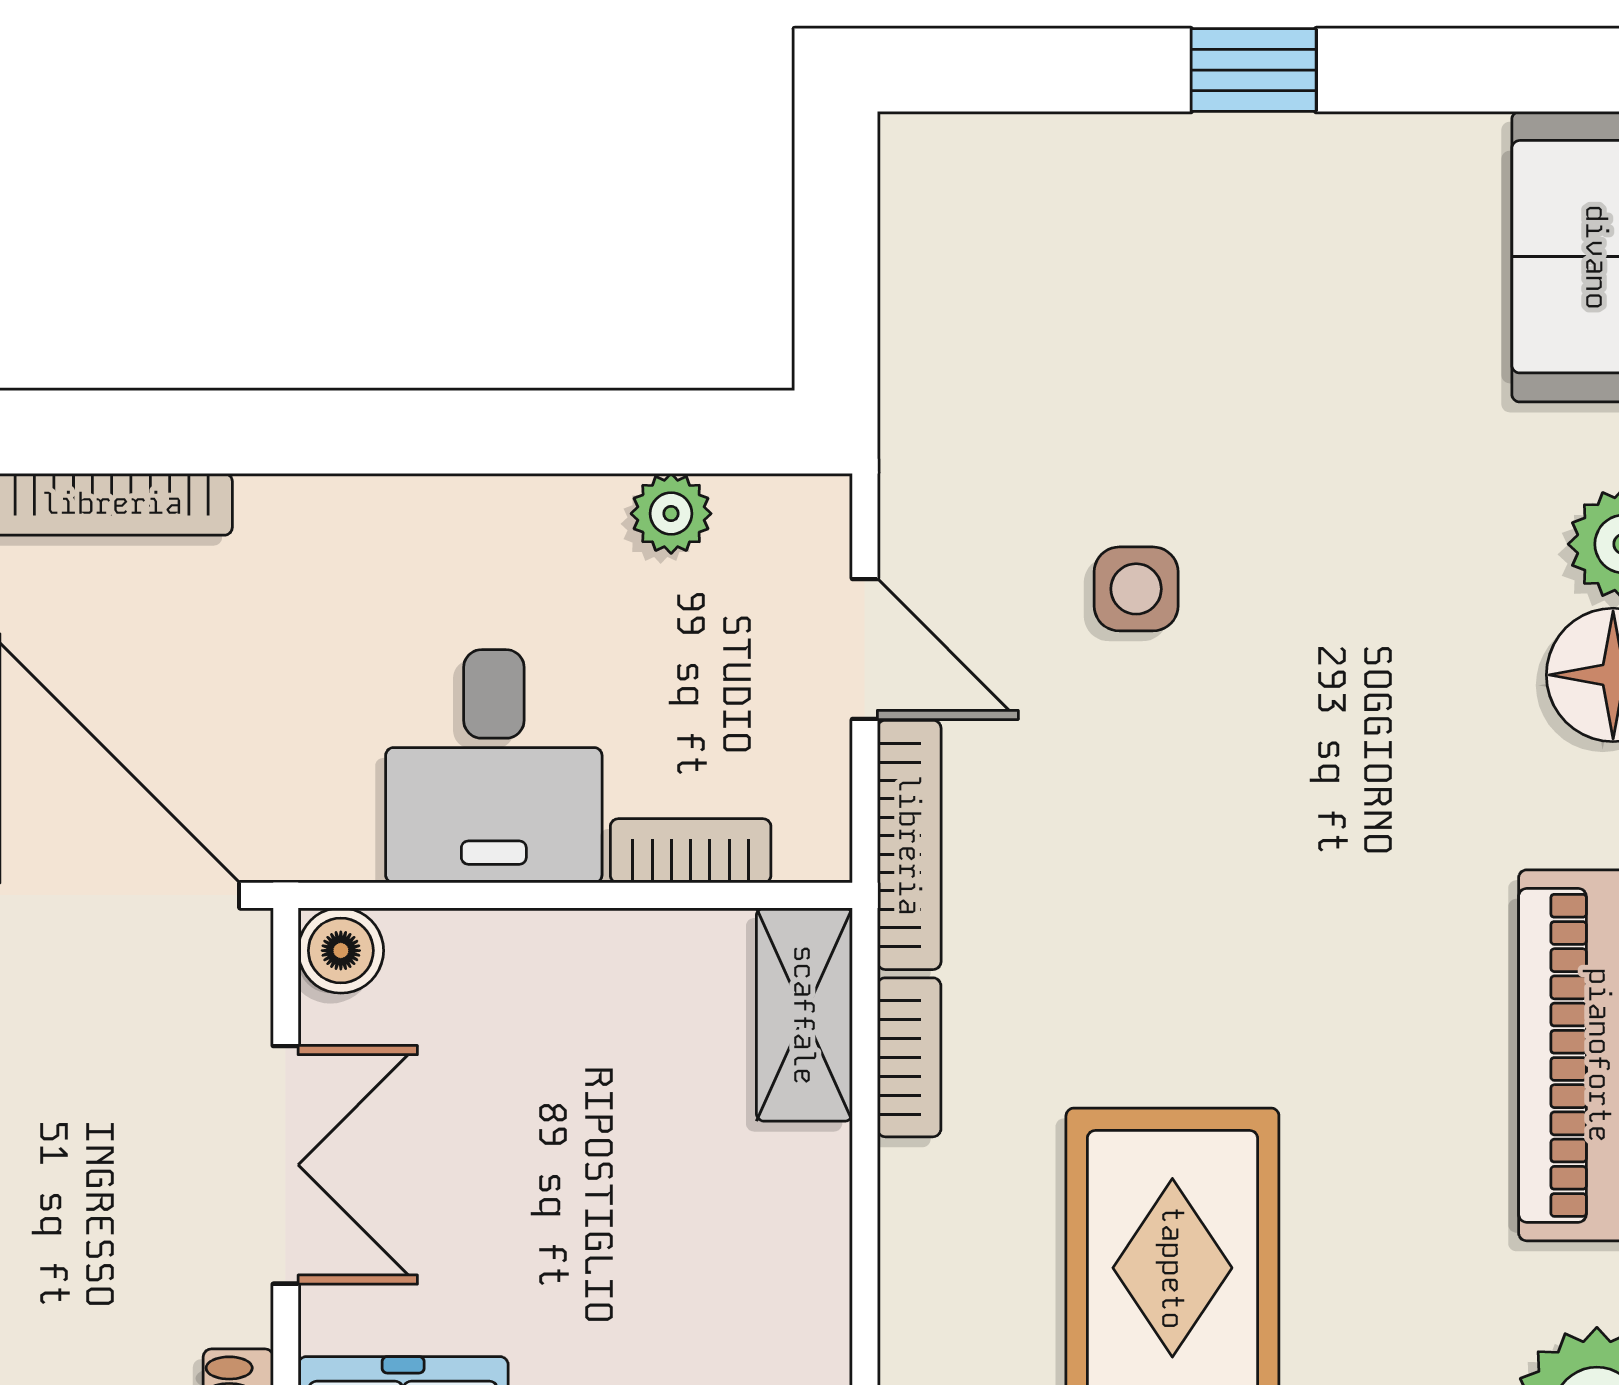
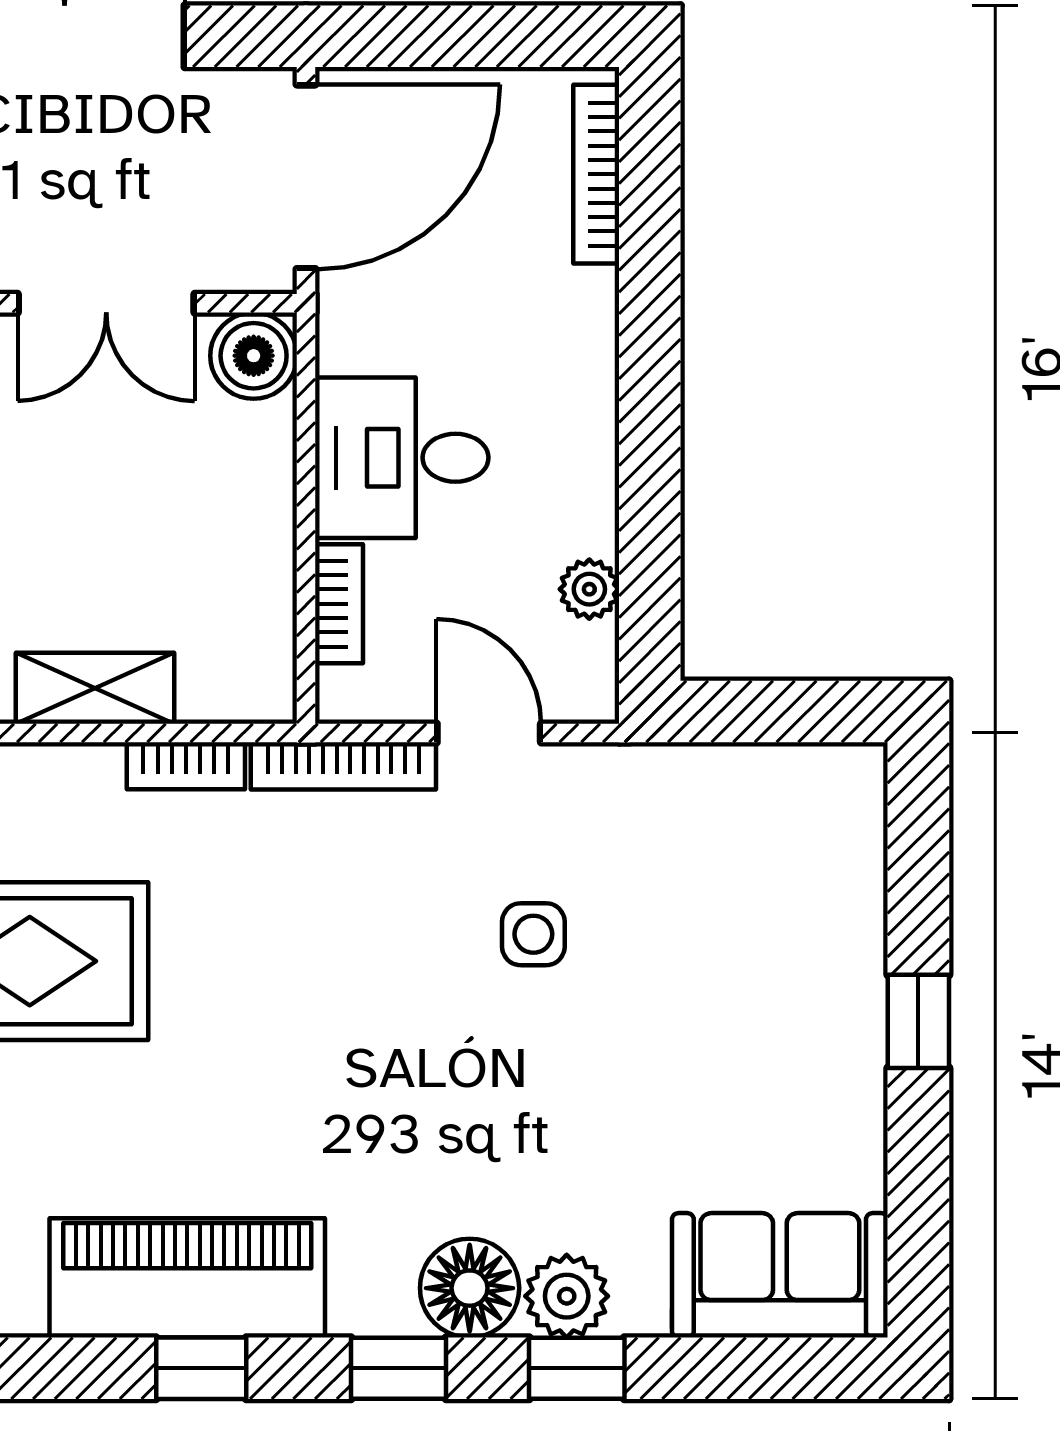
door: (865, 649) -> (489, 733), swing flipped
boiler: (341, 951) -> (254, 356), width x1.36, depth x1.36
shelving: (804, 1015) -> (95, 688), moved

